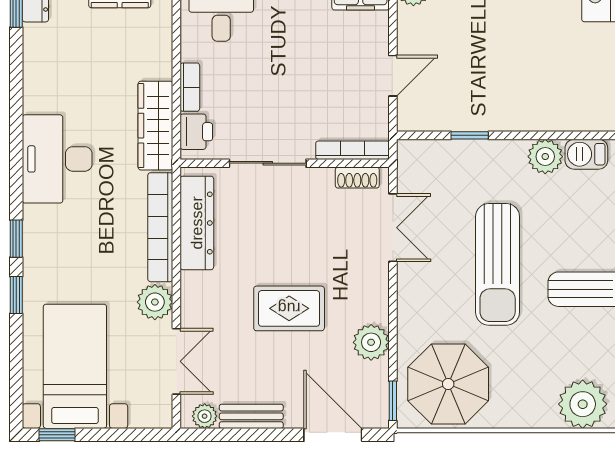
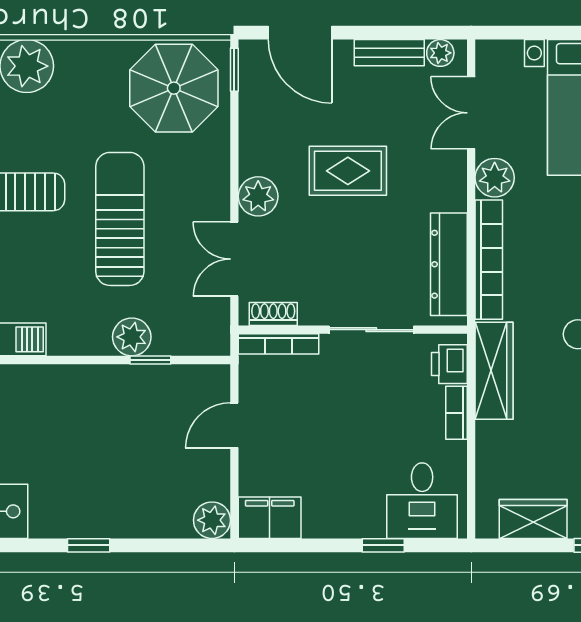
plant: (545, 157) -> (132, 337), moved
plant: (371, 342) -> (258, 196), moved

